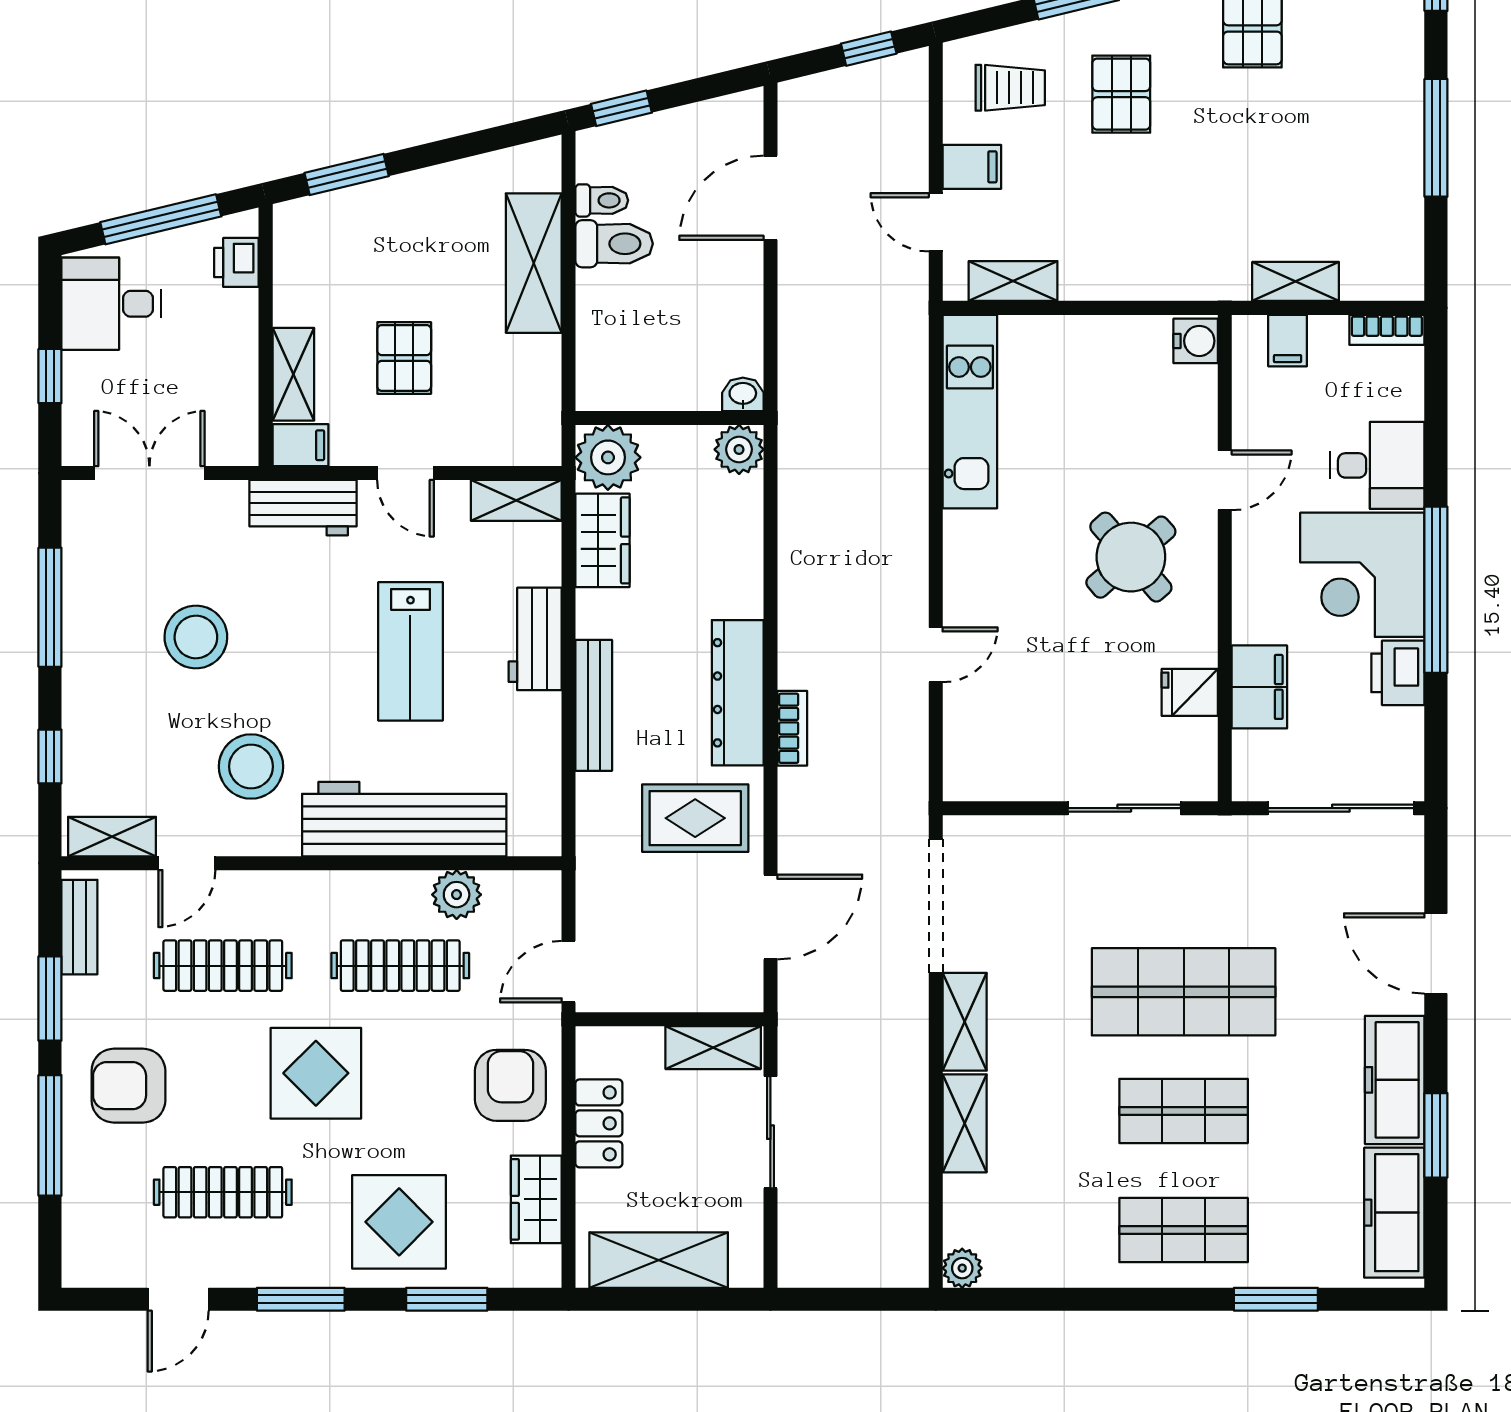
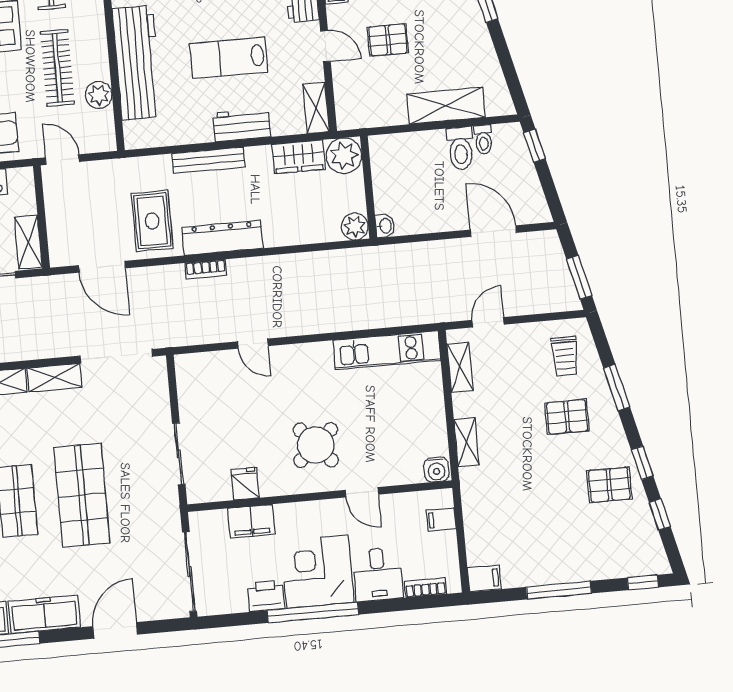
window: (869, 49) -> (579, 277), width x1.50
filing cabinet: (972, 167) -> (484, 579), moved, turned -90
shelving: (1296, 281) -> (467, 442), moved
bookcase: (1387, 330) -> (425, 588), moved, turned 90
door: (405, 473) -> (325, 46), swing flipped

